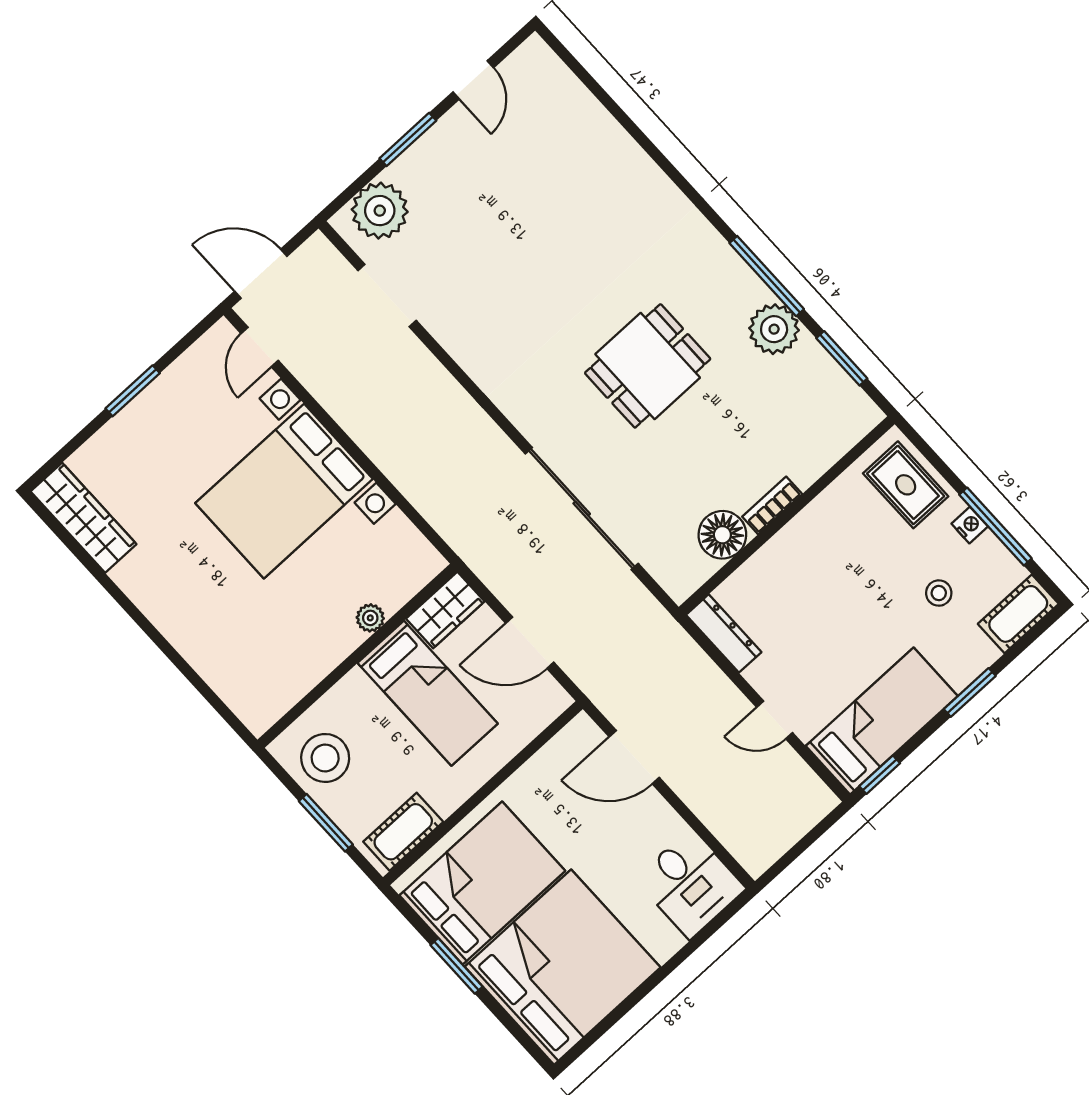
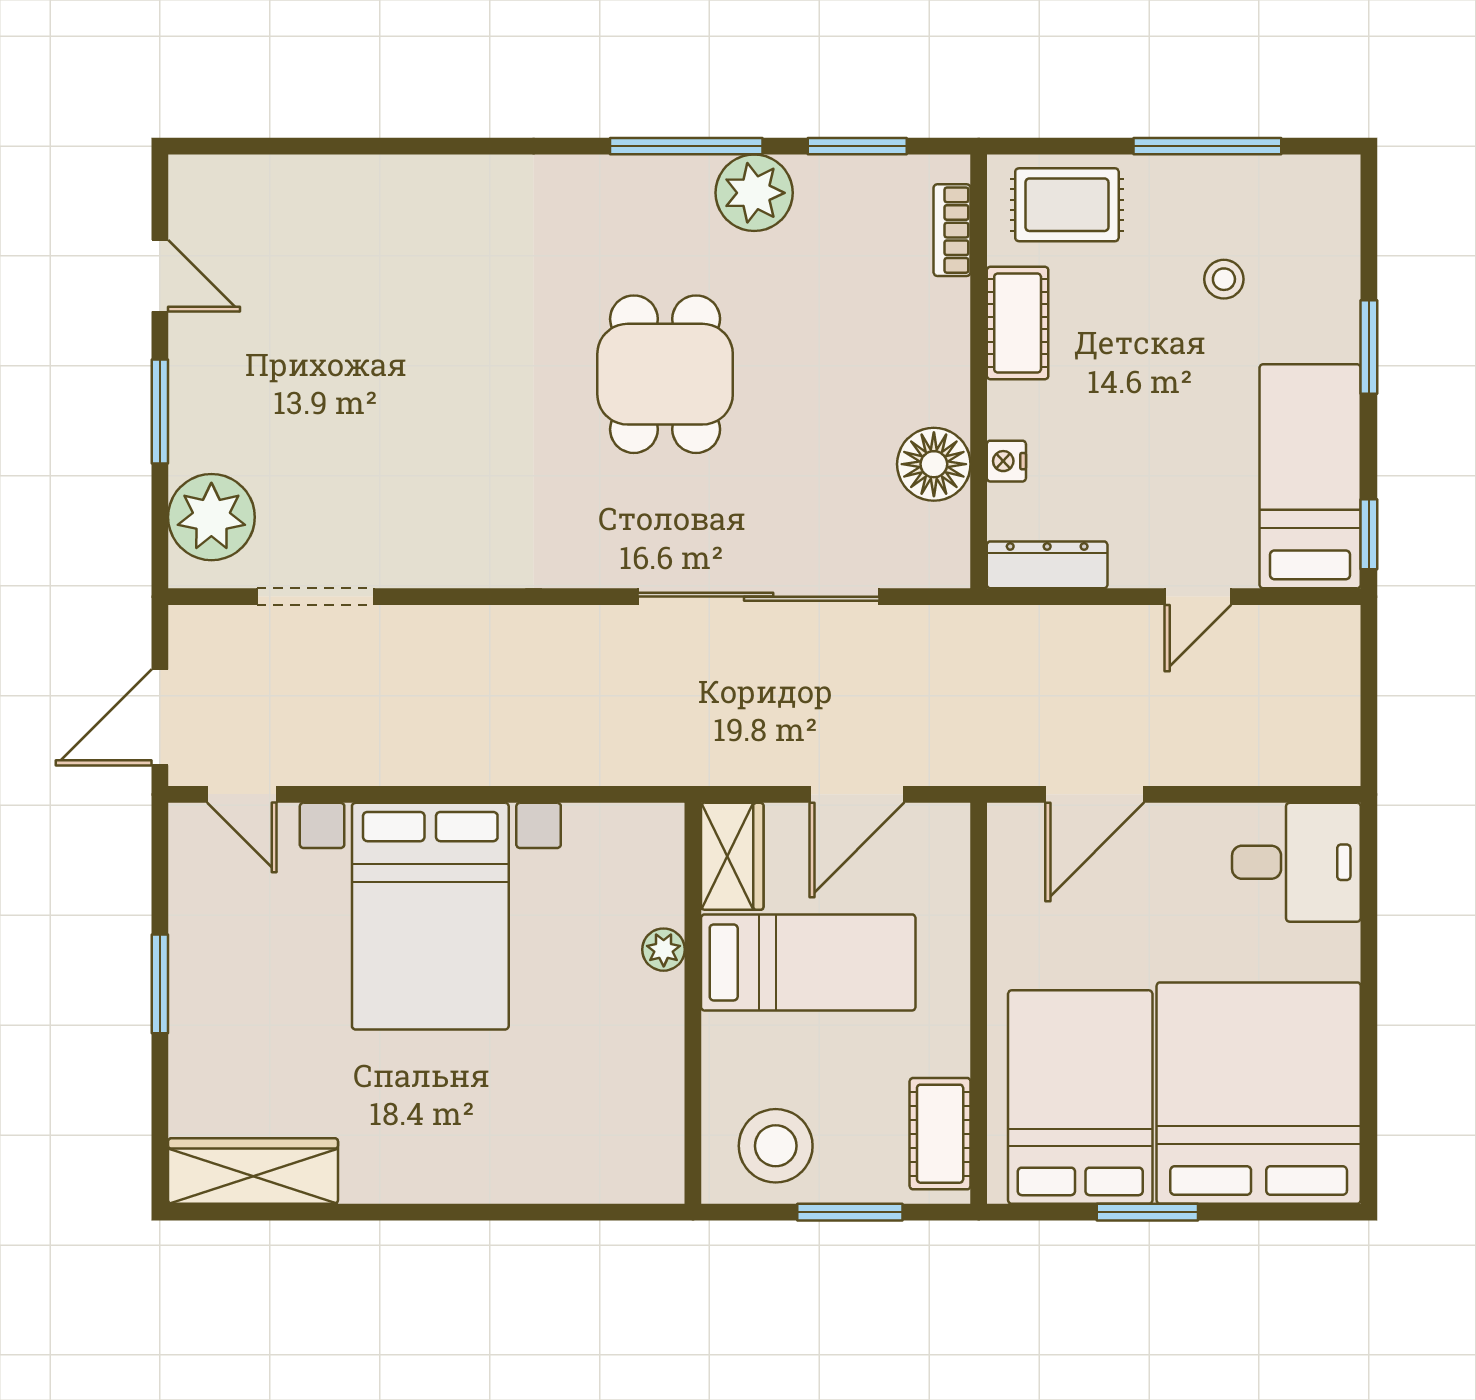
bookcase: (772, 505) -> (952, 230), moved
nightstand: (970, 525) -> (1006, 461), moved, turned -90
cot: (1018, 614) -> (1018, 323), moved

